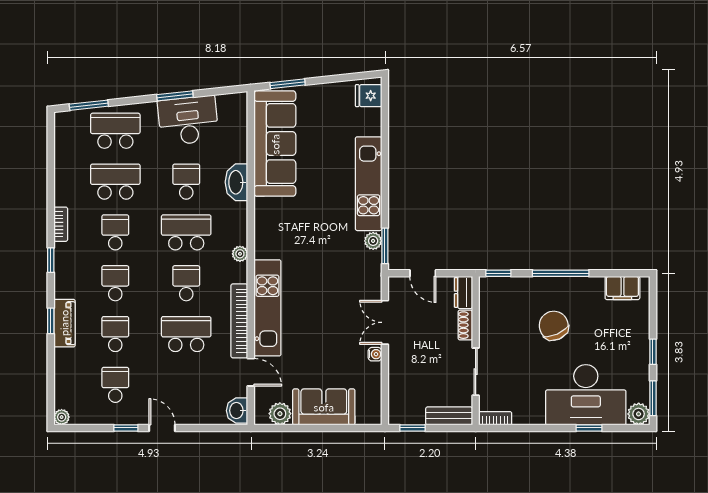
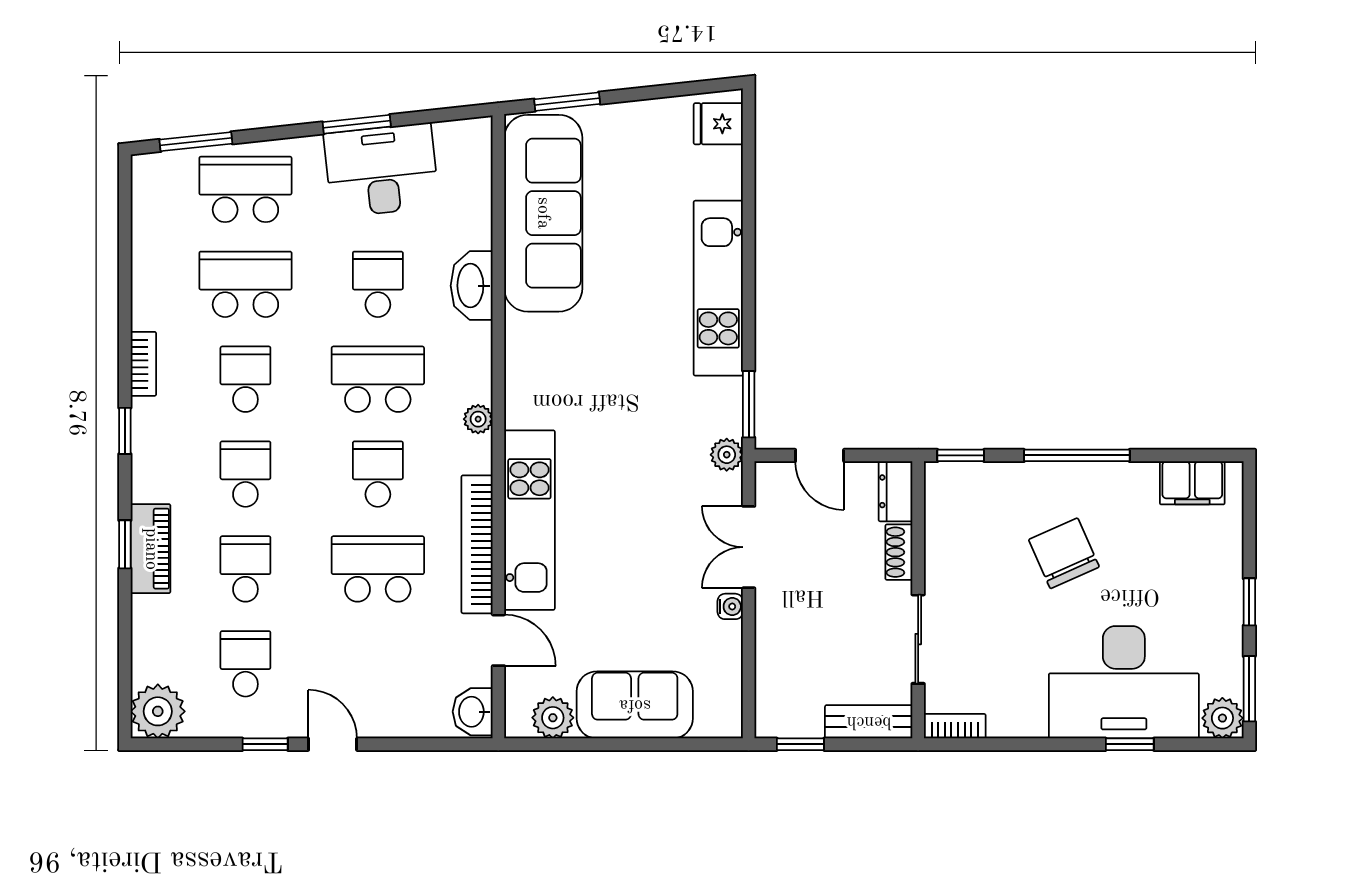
plant: (373, 241) -> (727, 455), moved
plant: (62, 417) -> (158, 711), width x1.87, depth x1.87

